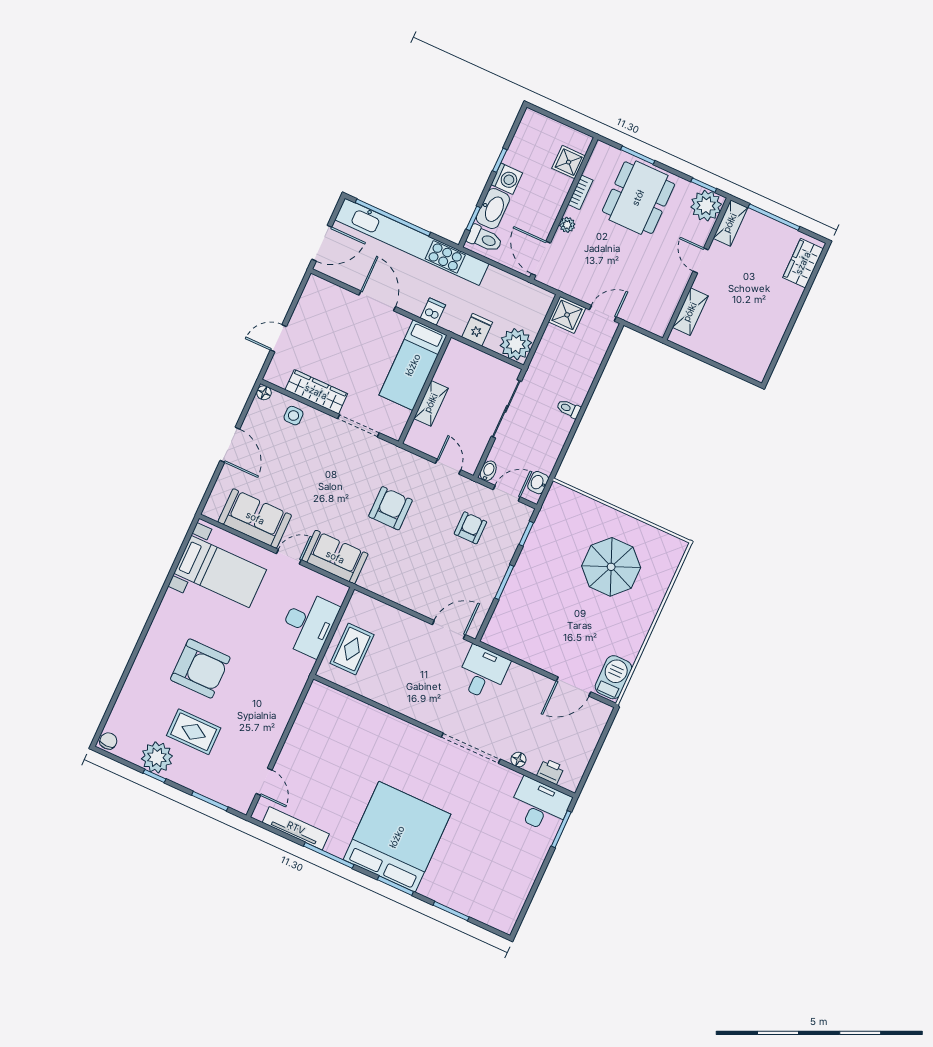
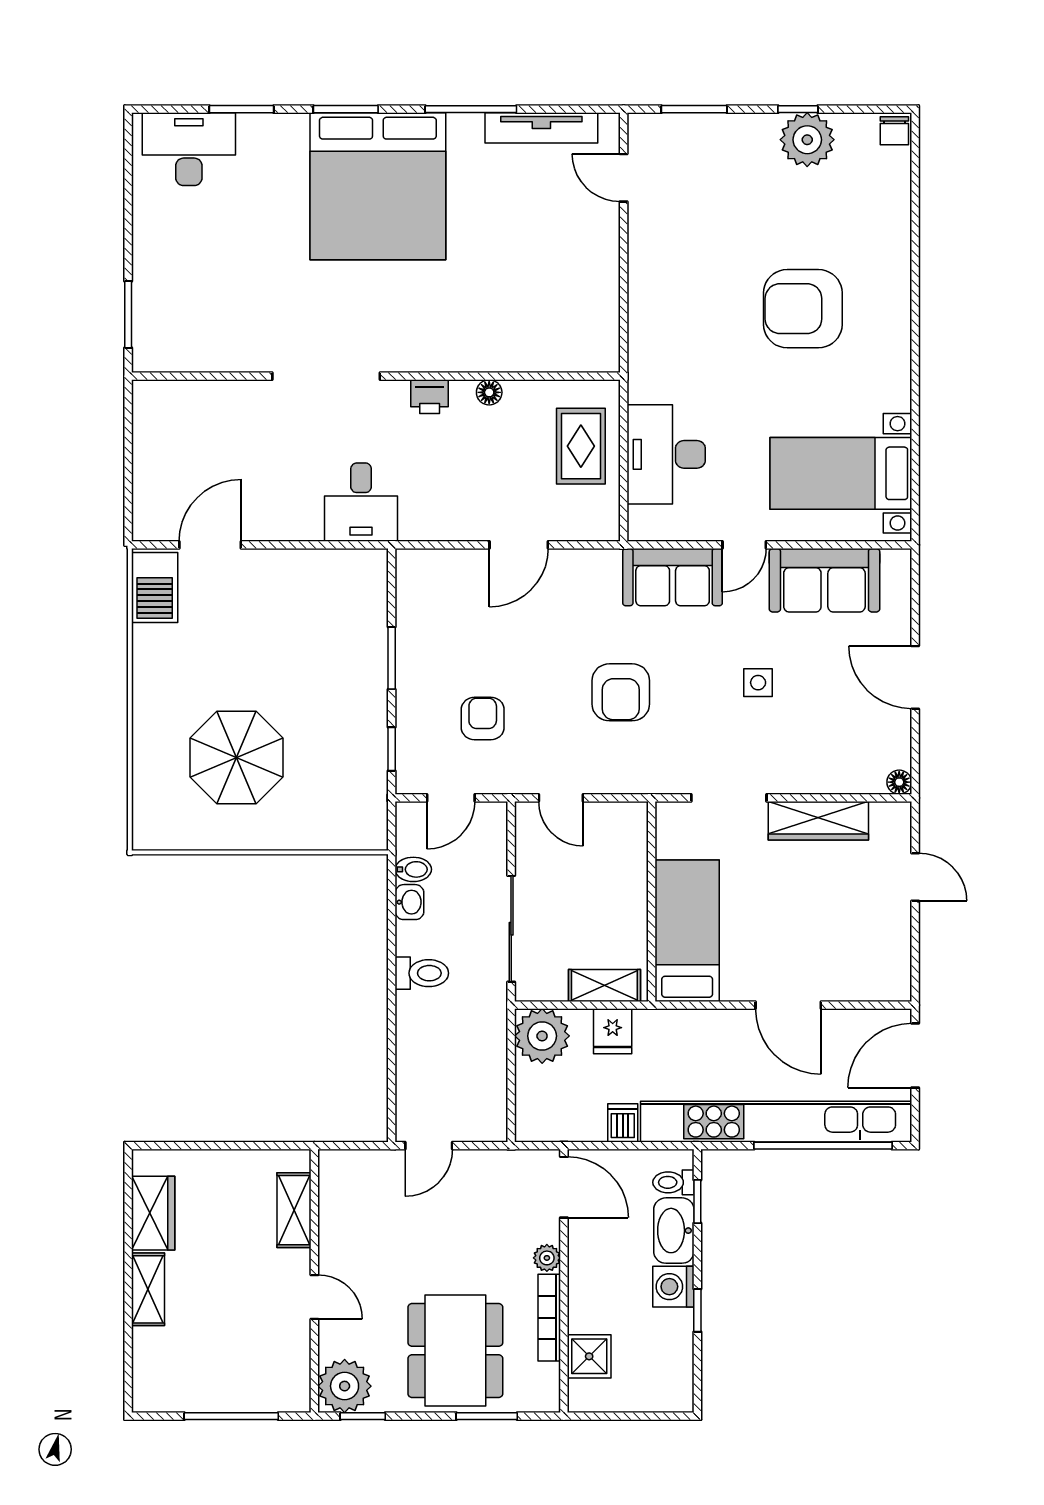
bookcase: (580, 192) -> (549, 1318), width x1.56
shelving: (730, 223) -> (148, 1289), moved
toilet: (485, 239) -> (673, 1182), width x0.73, depth x0.72
wardrobe: (803, 263) -> (153, 1213), moved
dishwasher: (433, 312) -> (623, 1123), moved, turned 180
shower: (567, 315) -> (483, 1118), removed
door: (278, 338) -> (915, 877), hinge flipped
shelving: (431, 403) -> (604, 985), moved, turned 90
toilet: (569, 409) -> (422, 973), width x1.37, depth x1.39
side table: (294, 416) -> (758, 683), moved
bidet: (488, 471) -> (413, 869), moved, turned -90
washbasin: (538, 483) -> (409, 902), moved
armchair: (470, 528) -> (483, 719), turned 180
door: (449, 630) -> (519, 545), moved
rug: (194, 732) -> (768, 206), removed
floor lamp: (518, 760) -> (489, 392), moved
printer: (551, 771) -> (430, 397), moved
desk: (540, 805) -> (189, 149), moved, turned 180

